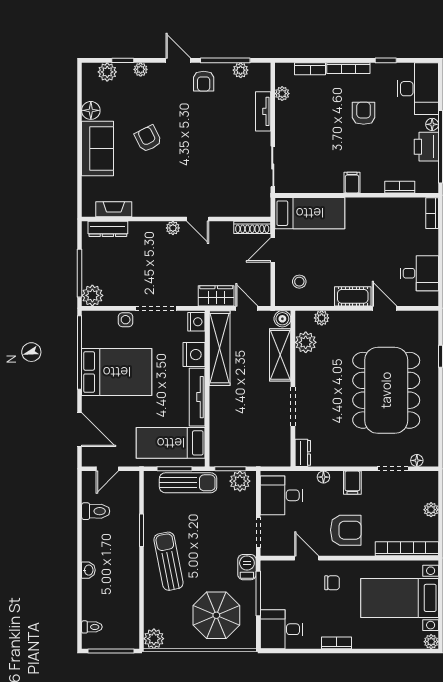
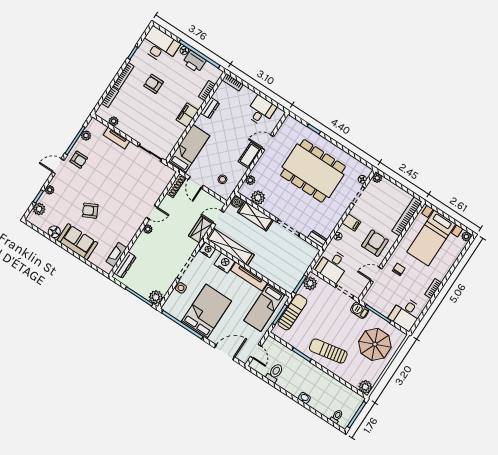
filing cabinet: (352, 183) -> (187, 115), width x2.00
dresser: (380, 206) -> (210, 108), added
plant: (431, 510) -> (377, 178), moved

